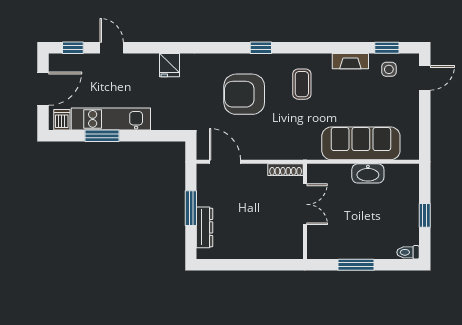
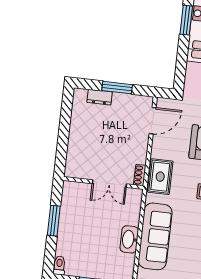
rug: (290, 145) -> (160, 177), added
shoe rack: (286, 170) -> (140, 175), width x0.70
dresser: (204, 227) -> (100, 97), width x0.70

